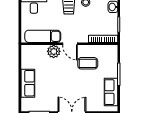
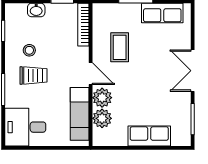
door: (70, 44) -> (91, 74), hinge flipped
plant: (40, 51) -> (102, 118), added

